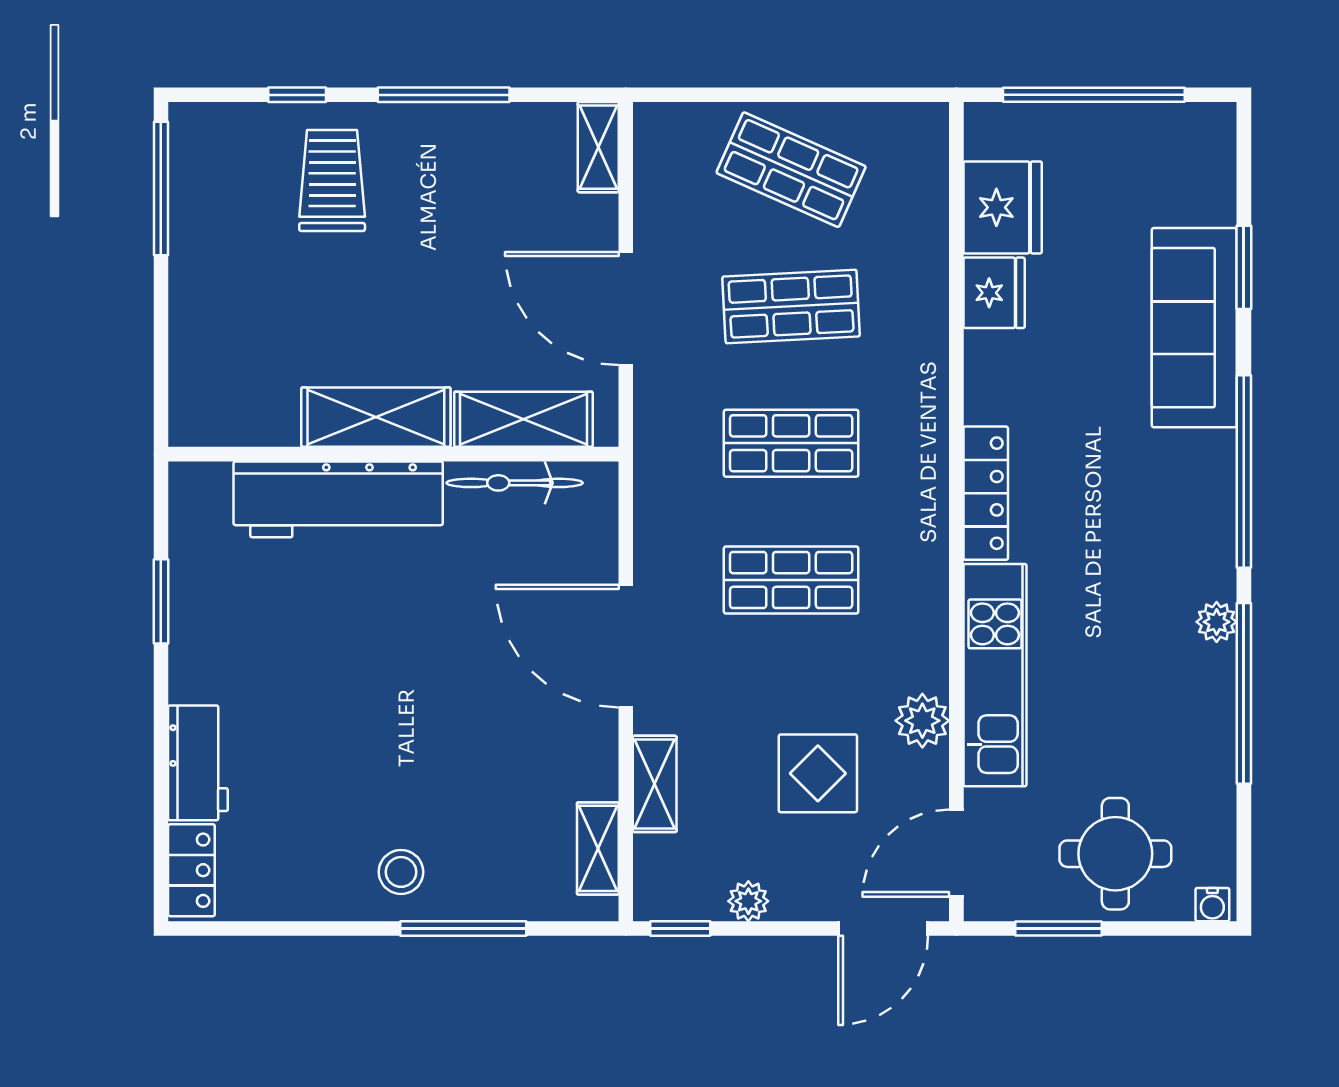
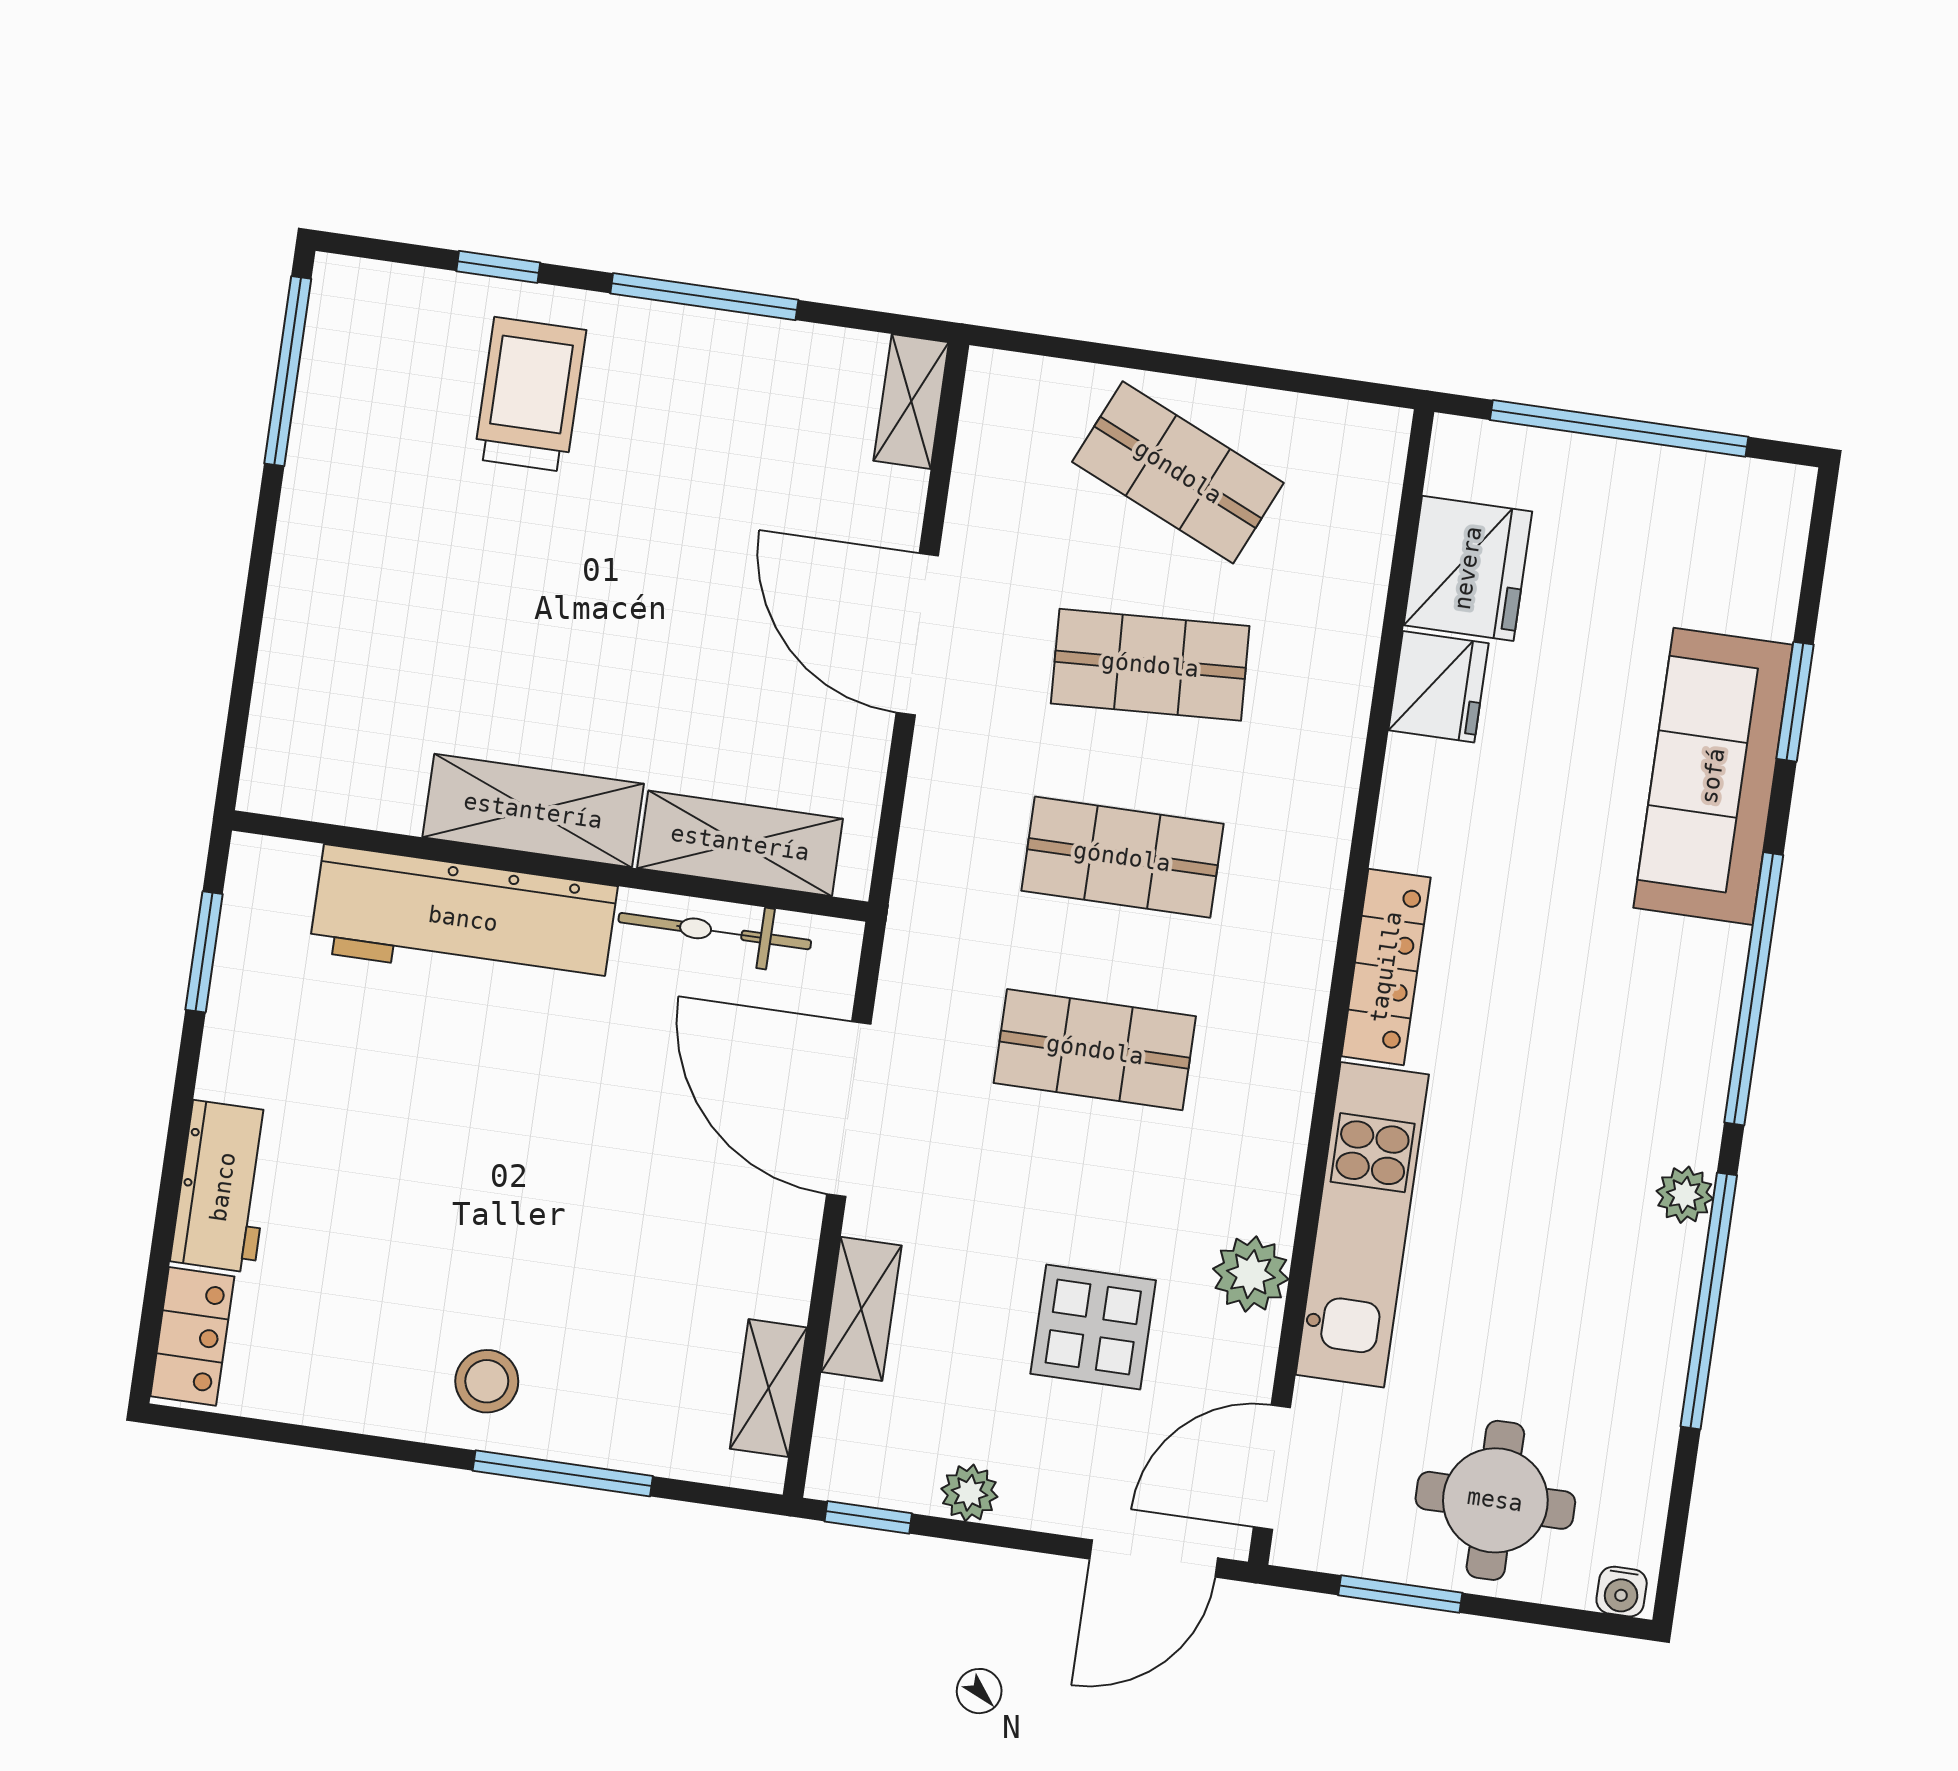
shelving: (376, 417) -> (533, 811), moved
shelving: (523, 419) -> (740, 843), moved
wall: (393, 454) -> (550, 866), moved
bicycle: (515, 483) -> (715, 931), moved
workbench: (338, 499) -> (463, 919), moved

